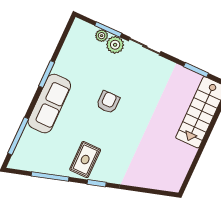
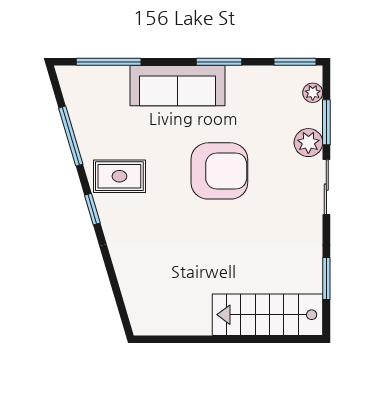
window: (66, 31) -> (295, 62), added
plant: (102, 36) -> (313, 93), moved
armchair: (108, 102) -> (219, 171), width x1.88, depth x1.88

